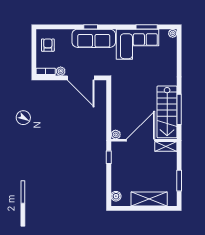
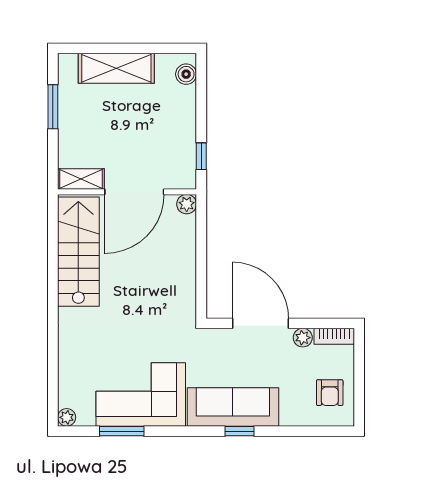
window: (179, 109) -> (53, 257), removed

